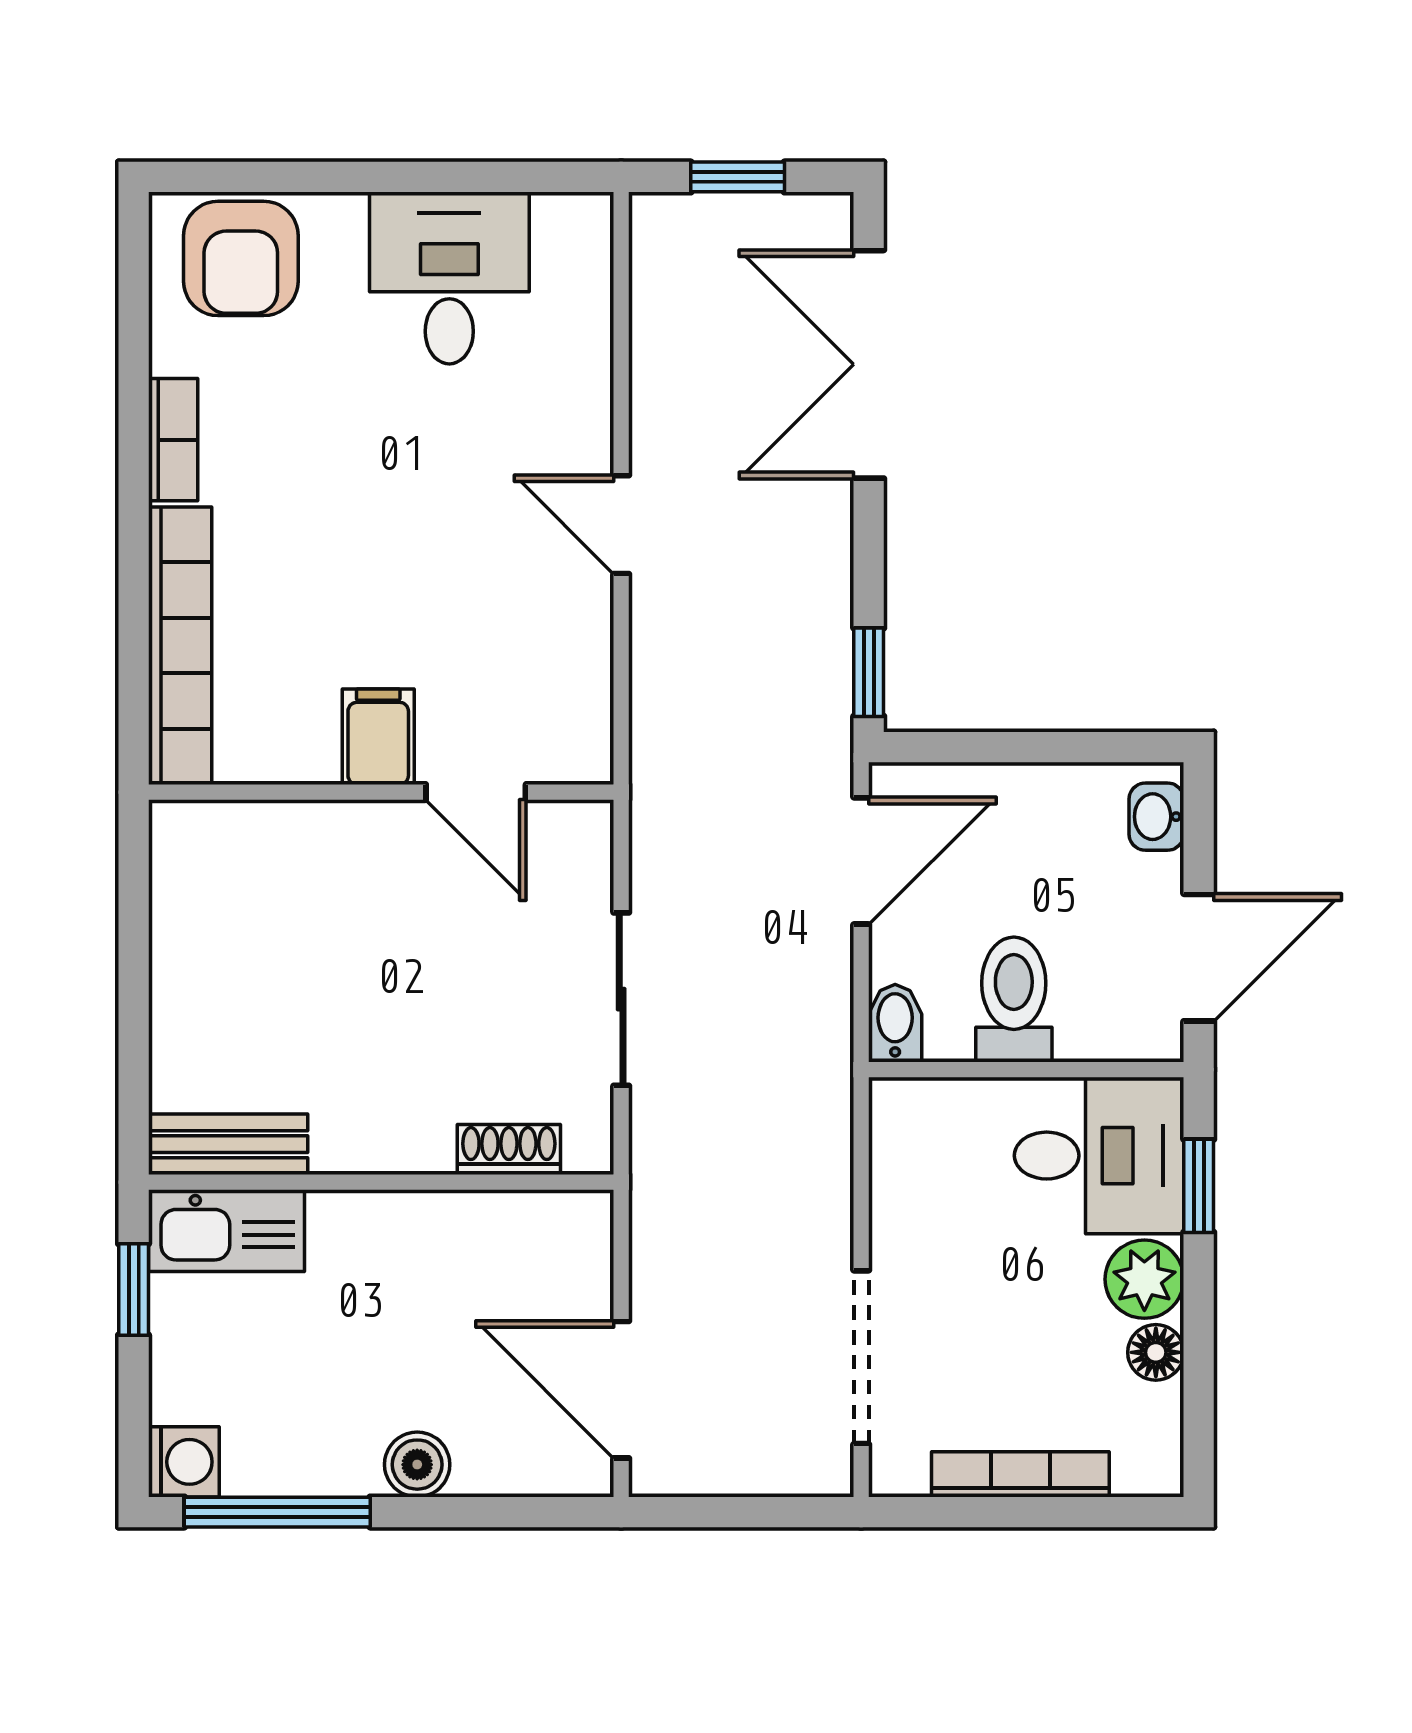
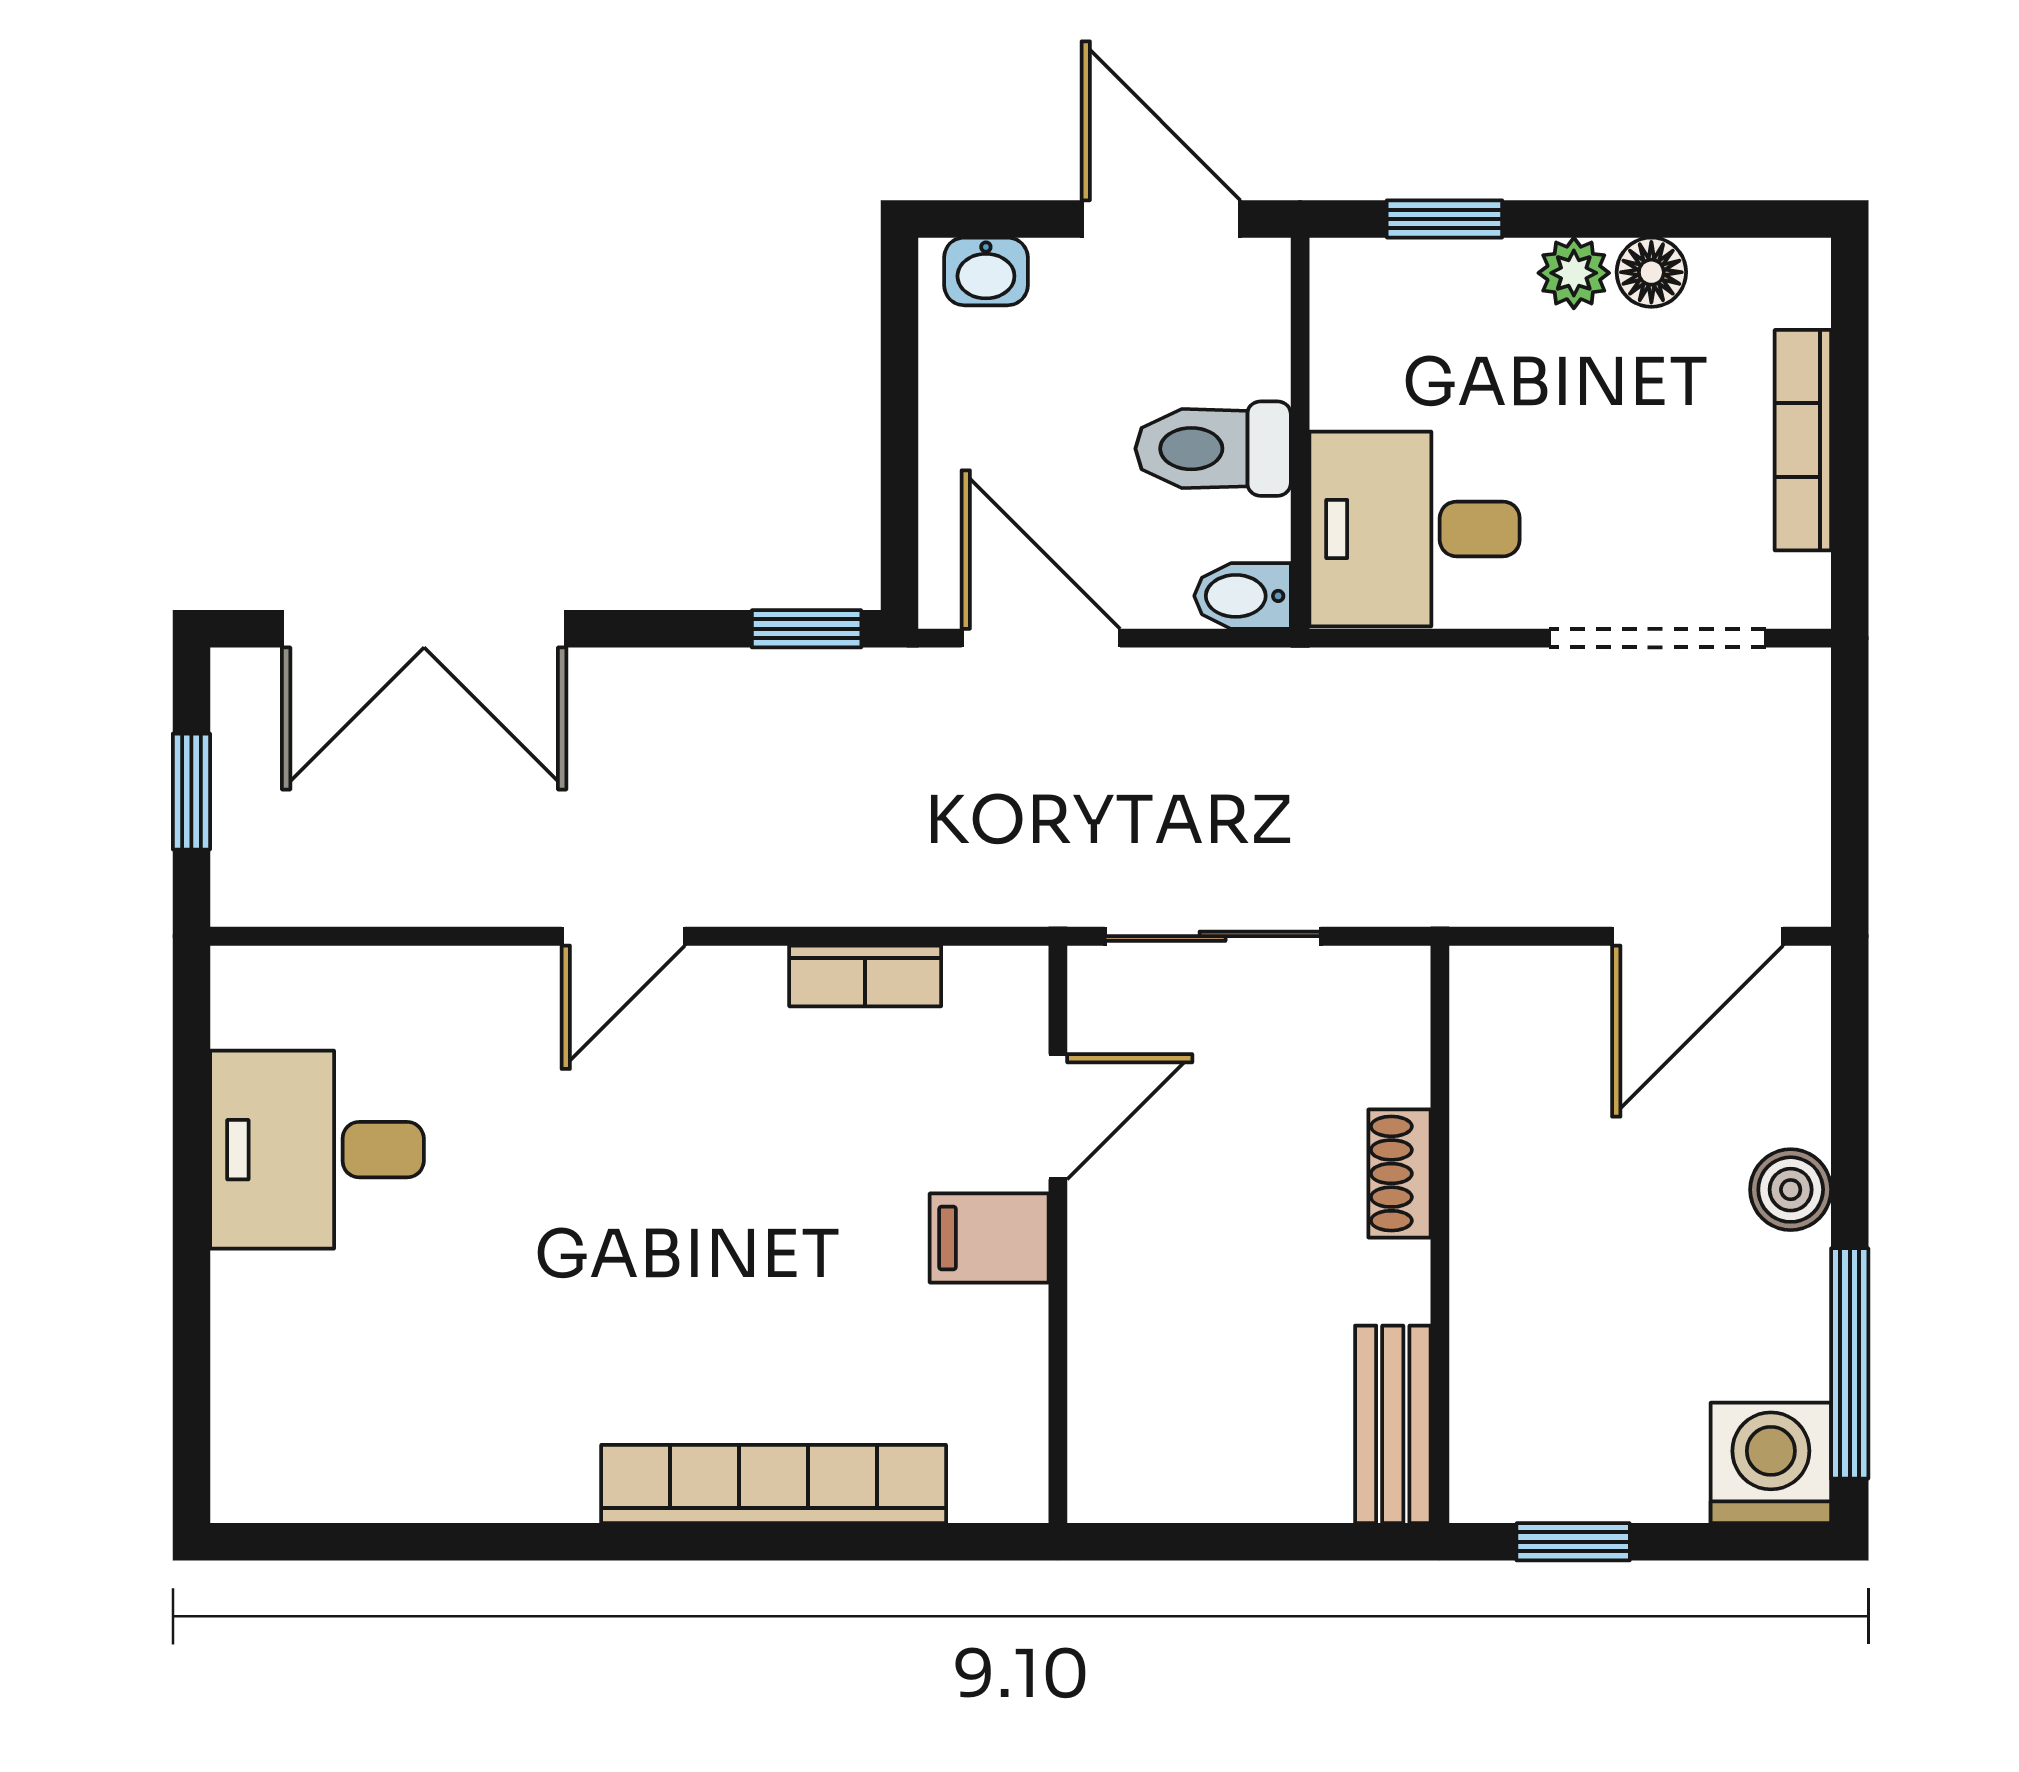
armchair: (241, 258) -> (293, 1409), removed
bookcase: (173, 440) -> (865, 976), moved, turned 180
filing cabinet: (378, 737) -> (989, 1238), moved
wall: (381, 792) -> (1058, 1234), moved
door: (476, 792) -> (1058, 1117), moved
shoe rack: (509, 1150) -> (1399, 1174), moved
desk: (1099, 1156) -> (1414, 529), moved, turned -90
kitchen sink: (226, 1231) -> (1500, 1426), removed
plant: (1144, 1279) -> (1574, 273), width x0.73, depth x0.73
washing machine: (184, 1462) -> (1771, 1463), width x1.38, depth x1.38

